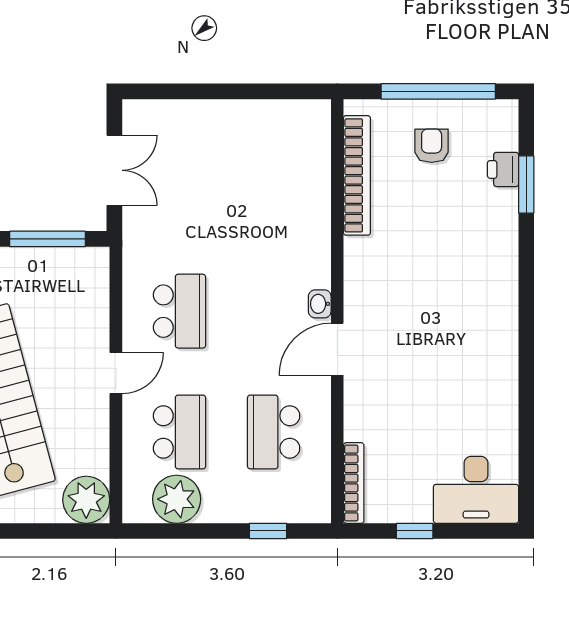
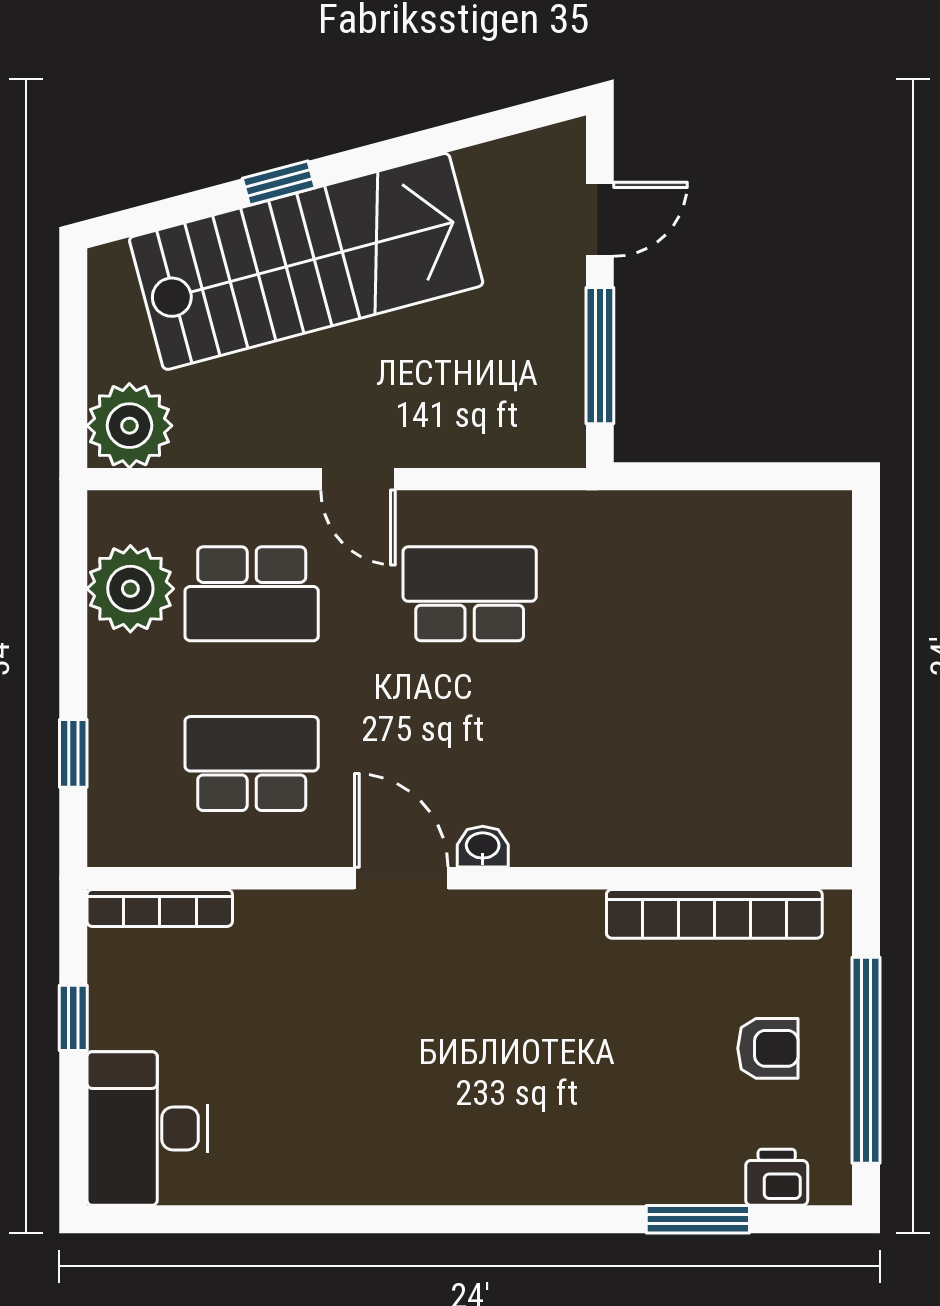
printer: (503, 169) -> (777, 1177), moved
double door: (114, 170) -> (724, 476), removed
school desk: (179, 311) -> (470, 594), turned 180

